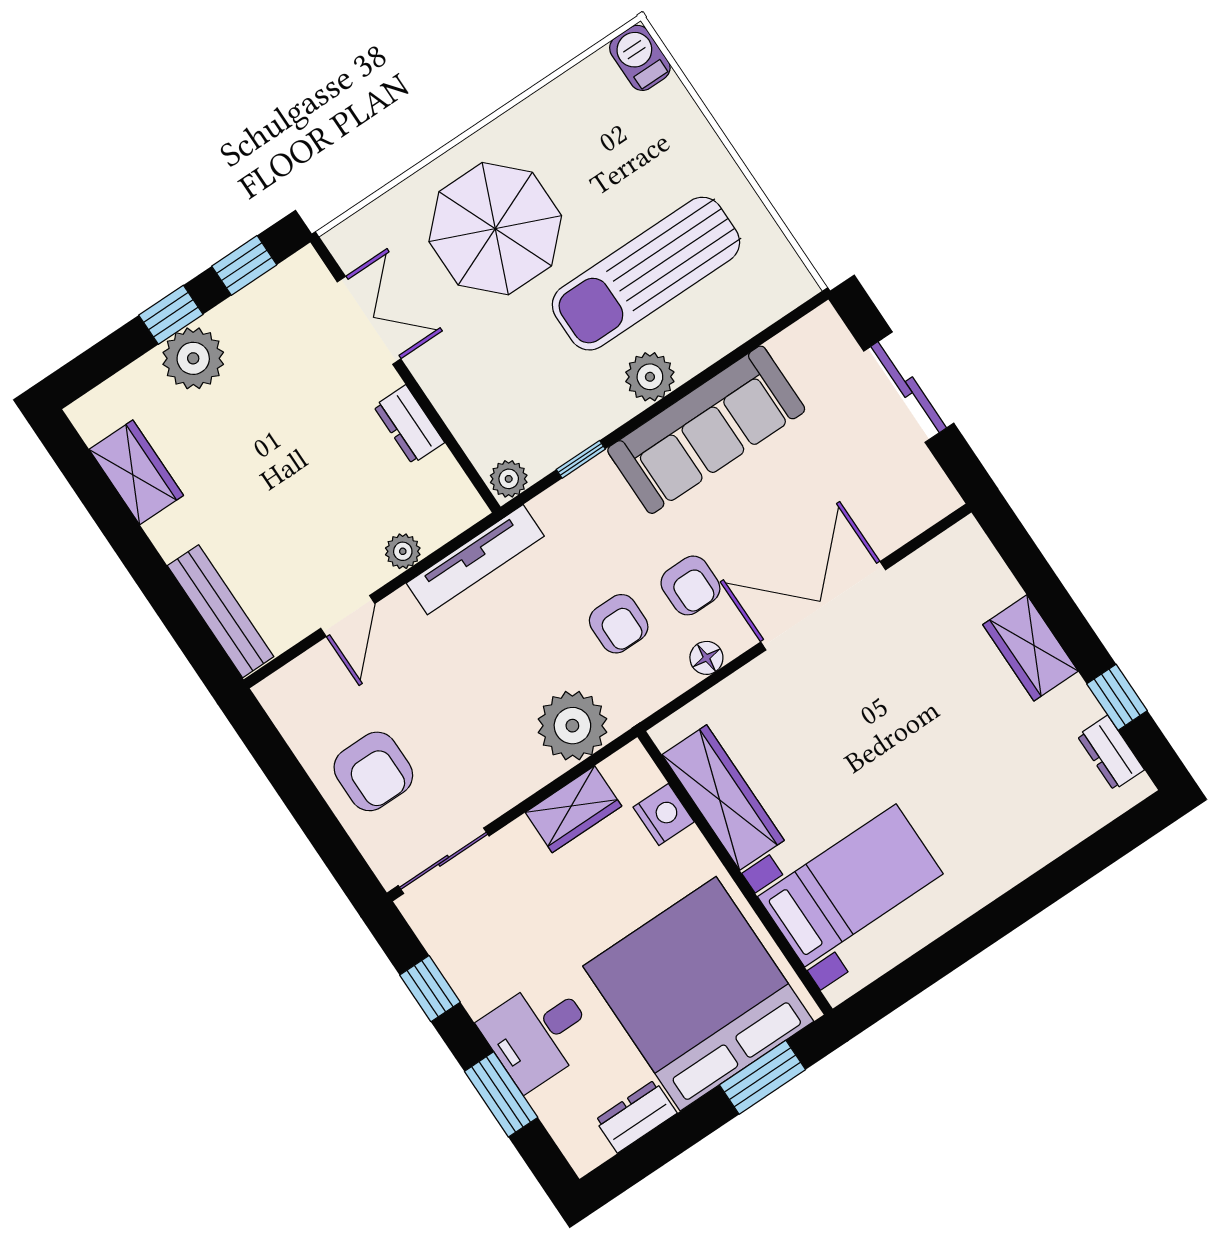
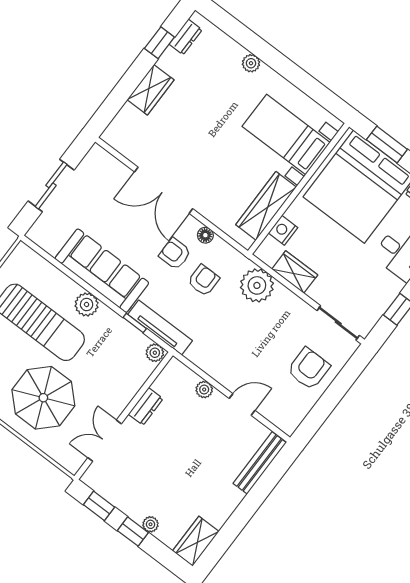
plant: (193, 358) -> (150, 524), width x0.53, depth x0.53
wardrobe: (136, 472) -> (196, 541), moved
tv unit: (475, 560) -> (160, 328), moved
armchair: (690, 585) -> (175, 254), turned -90
plant: (1015, 864) -> (251, 63), added

